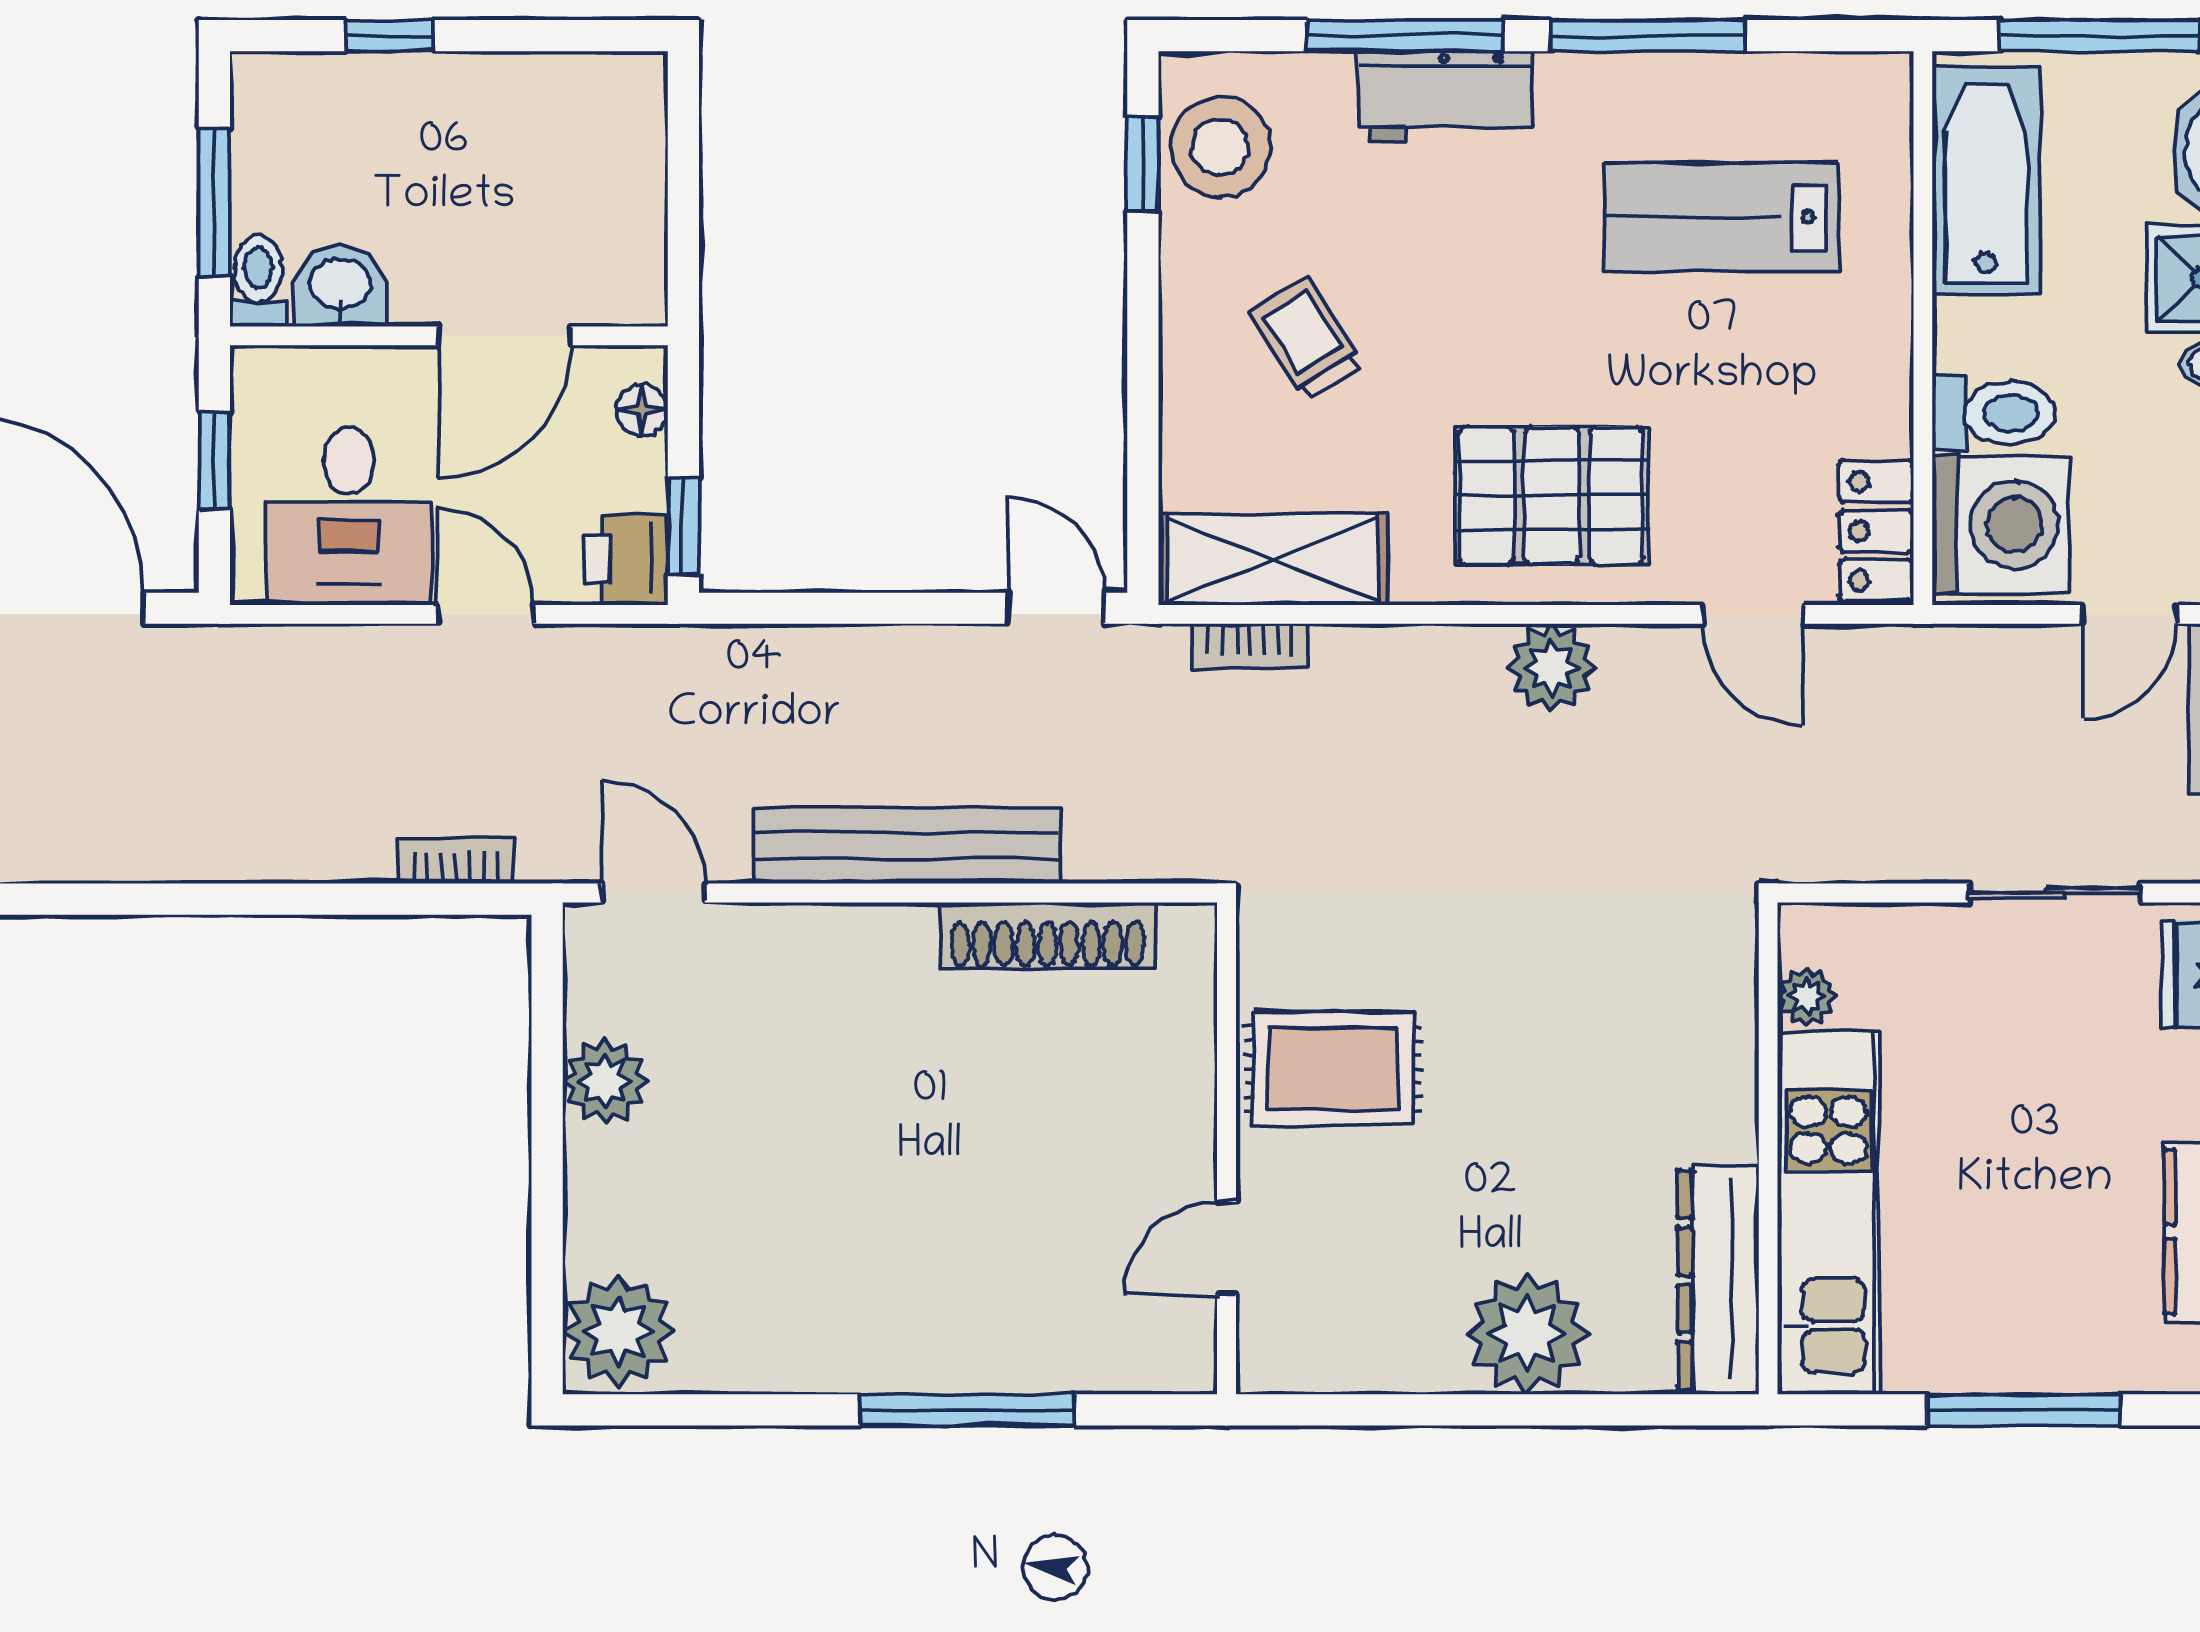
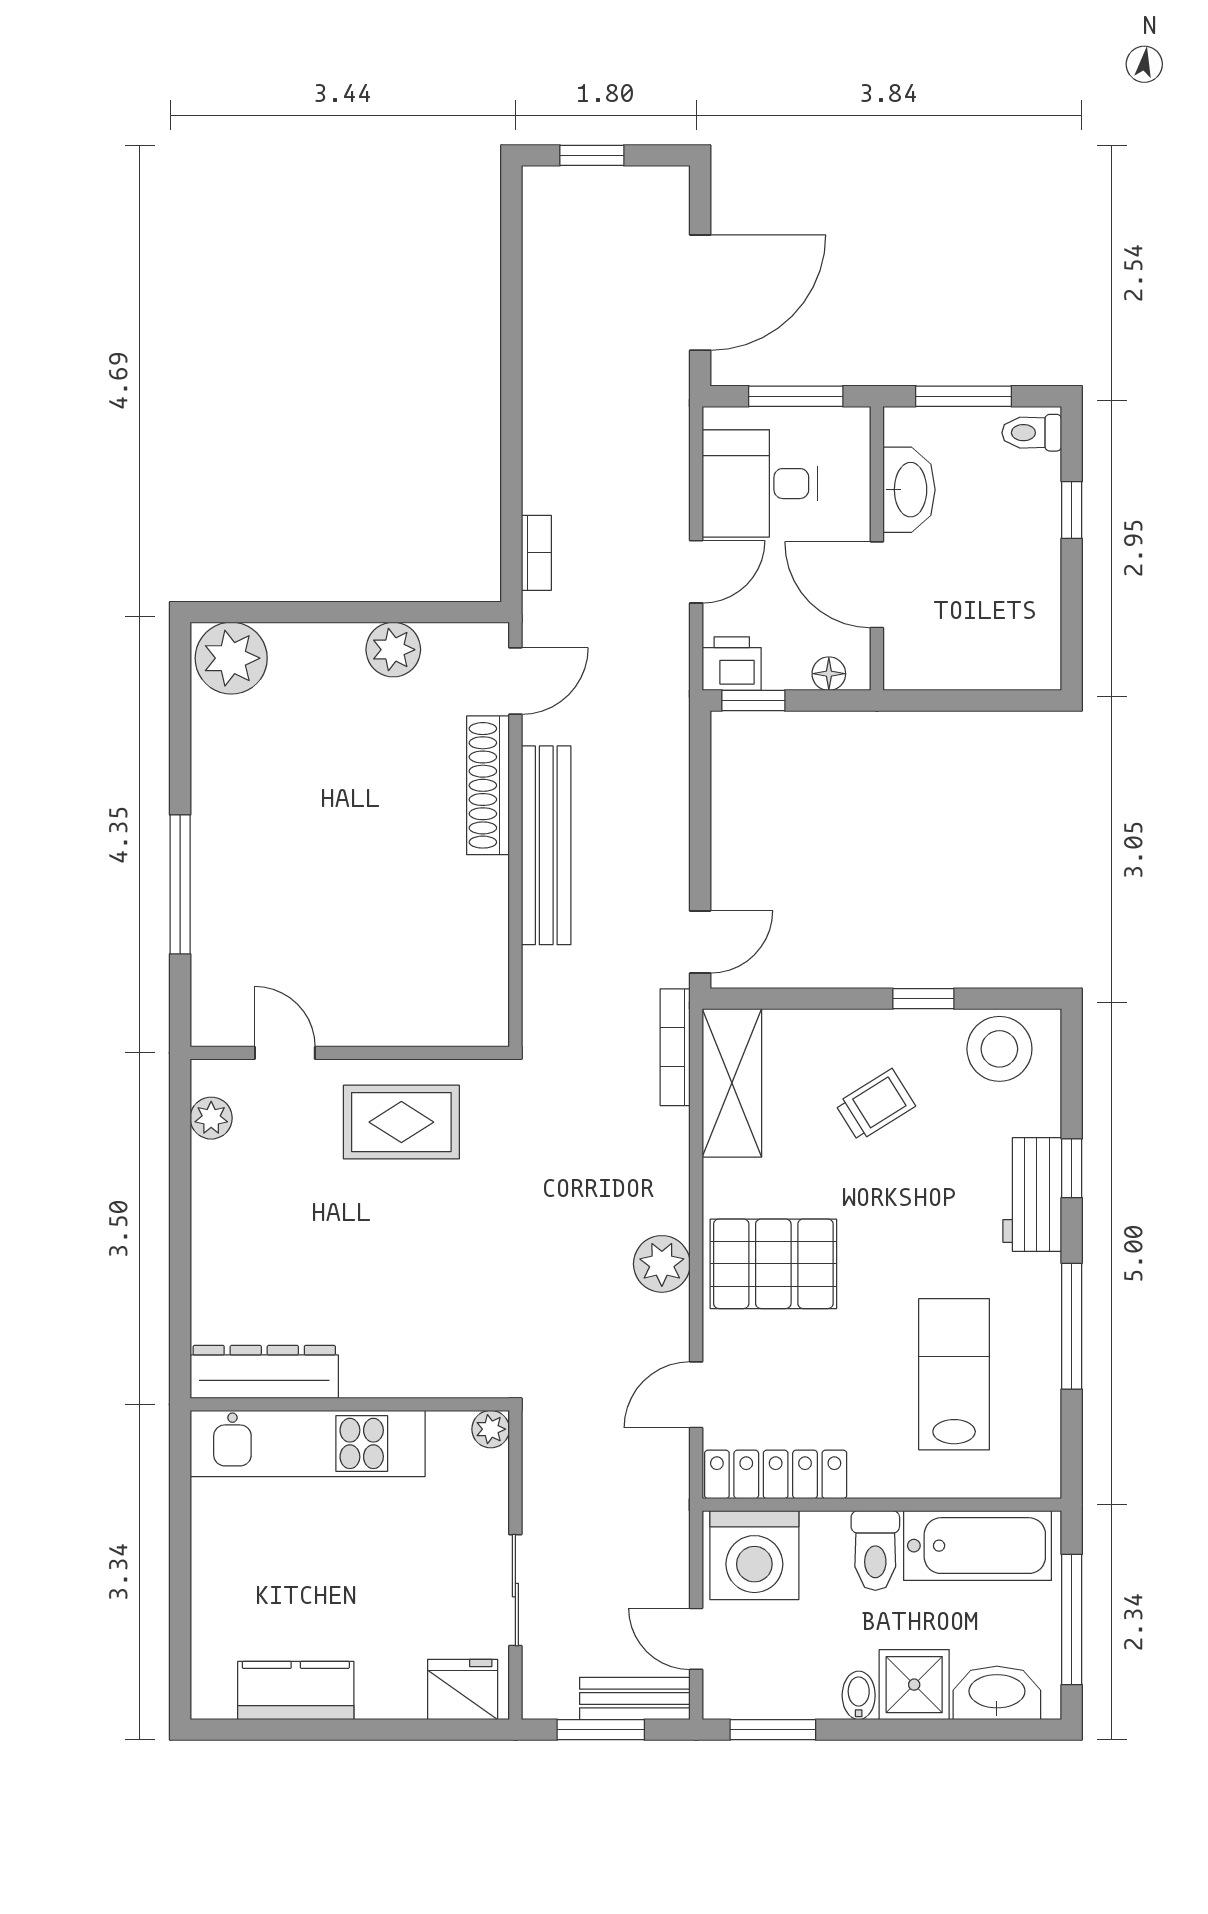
window: (1404, 36) -> (1072, 1168), width x0.46
window: (1143, 164) -> (923, 999), moved
toilet: (258, 281) -> (1032, 433), moved, turned 180
washbasin: (340, 286) -> (909, 490), width x1.38
toilet: (1994, 413) -> (875, 1551), moved
window: (214, 461) -> (796, 396), width x1.50
pallet: (1552, 495) -> (773, 1264), turned 90
locker: (1876, 531) -> (776, 1474), width x1.53
bookcase: (1250, 647) -> (675, 1047), width x1.56
shoe rack: (1048, 935) -> (488, 785), moved
plant: (1806, 997) -> (491, 1429), moved
rug: (1333, 1069) -> (401, 1122), turned 90
plant: (1527, 1334) -> (211, 1118), moved, width x0.53, depth x0.53
window: (2024, 1410) -> (180, 1570), removed

